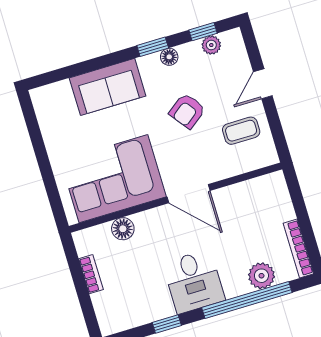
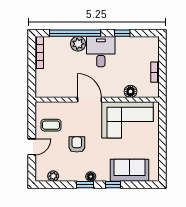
window: (203, 32) -> (113, 185), moved
floor lamp: (169, 57) -> (91, 177), moved
sofa: (108, 87) -> (130, 170), moved
armchair: (187, 111) -> (77, 144), turned -53
plant: (261, 276) -> (78, 44), moved

